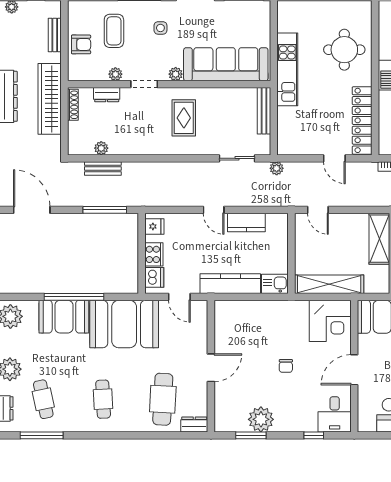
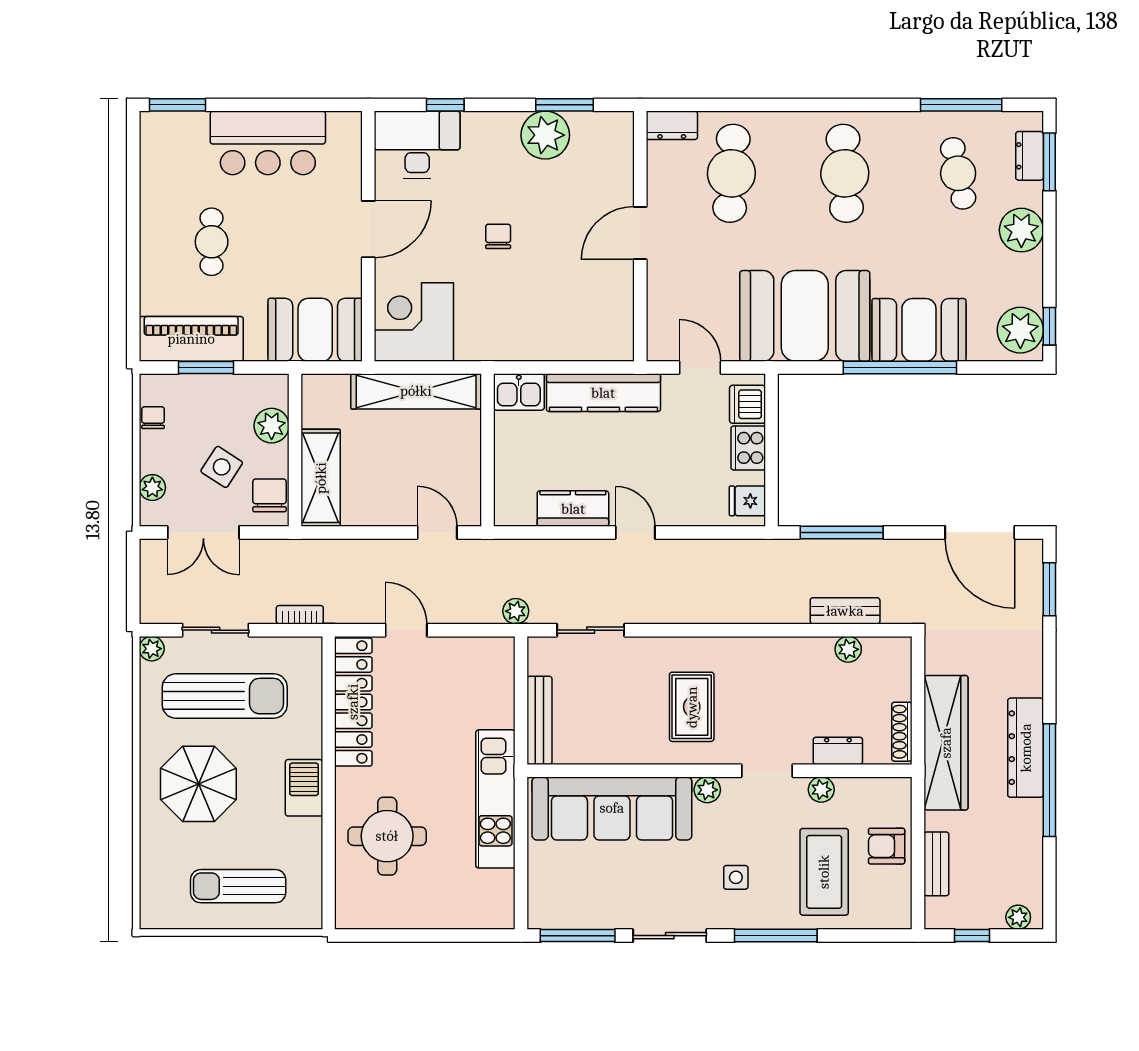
coffee table: (114, 31) -> (824, 872), width x1.36, depth x1.32
cafe table: (103, 399) -> (845, 173), width x1.37, depth x1.35
desk: (335, 414) -> (417, 145), width x1.37

